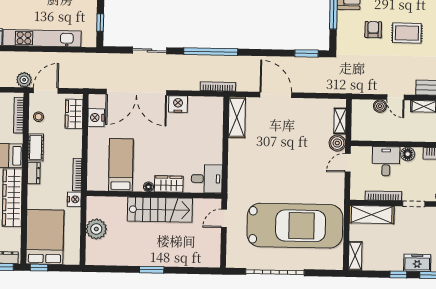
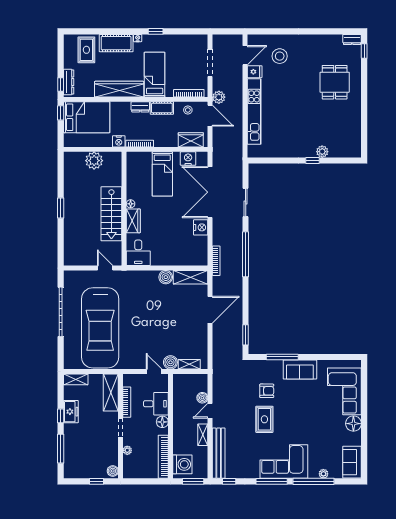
window: (100, 22) -> (268, 160), removed
boiler: (236, 147) -> (166, 277), added
bed: (121, 165) -> (162, 174), moved, turned 90
freezer: (417, 263) -> (71, 412), moved

